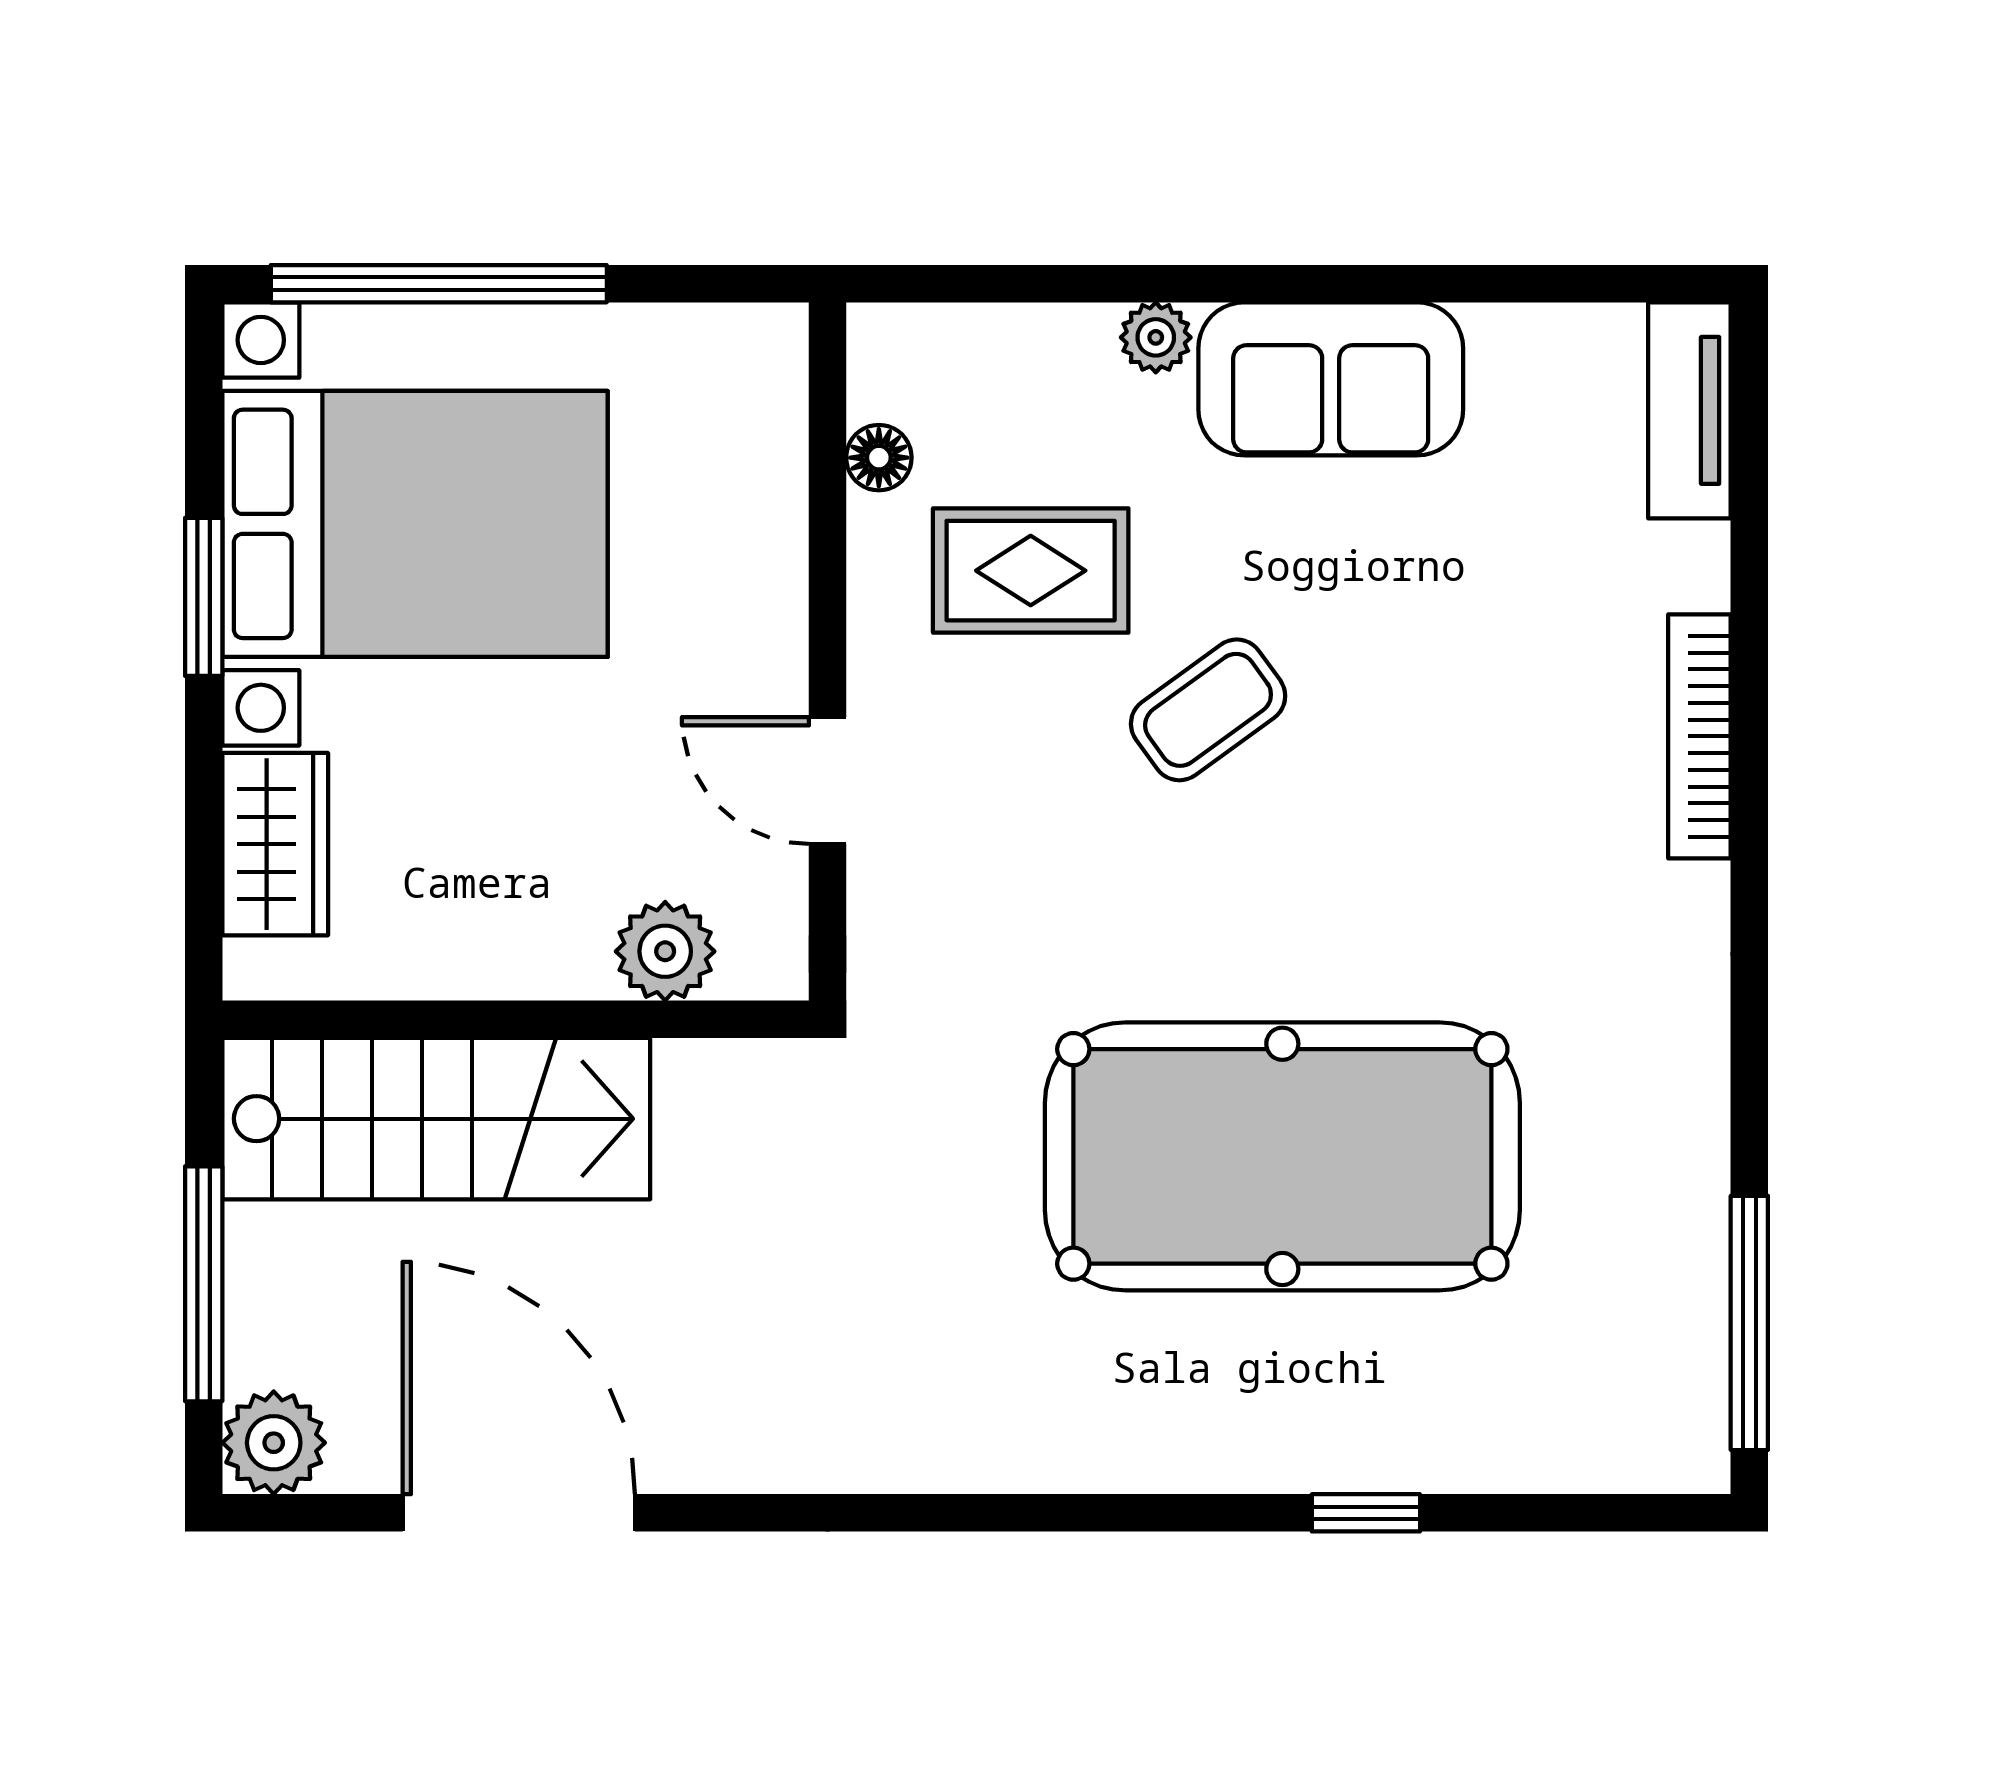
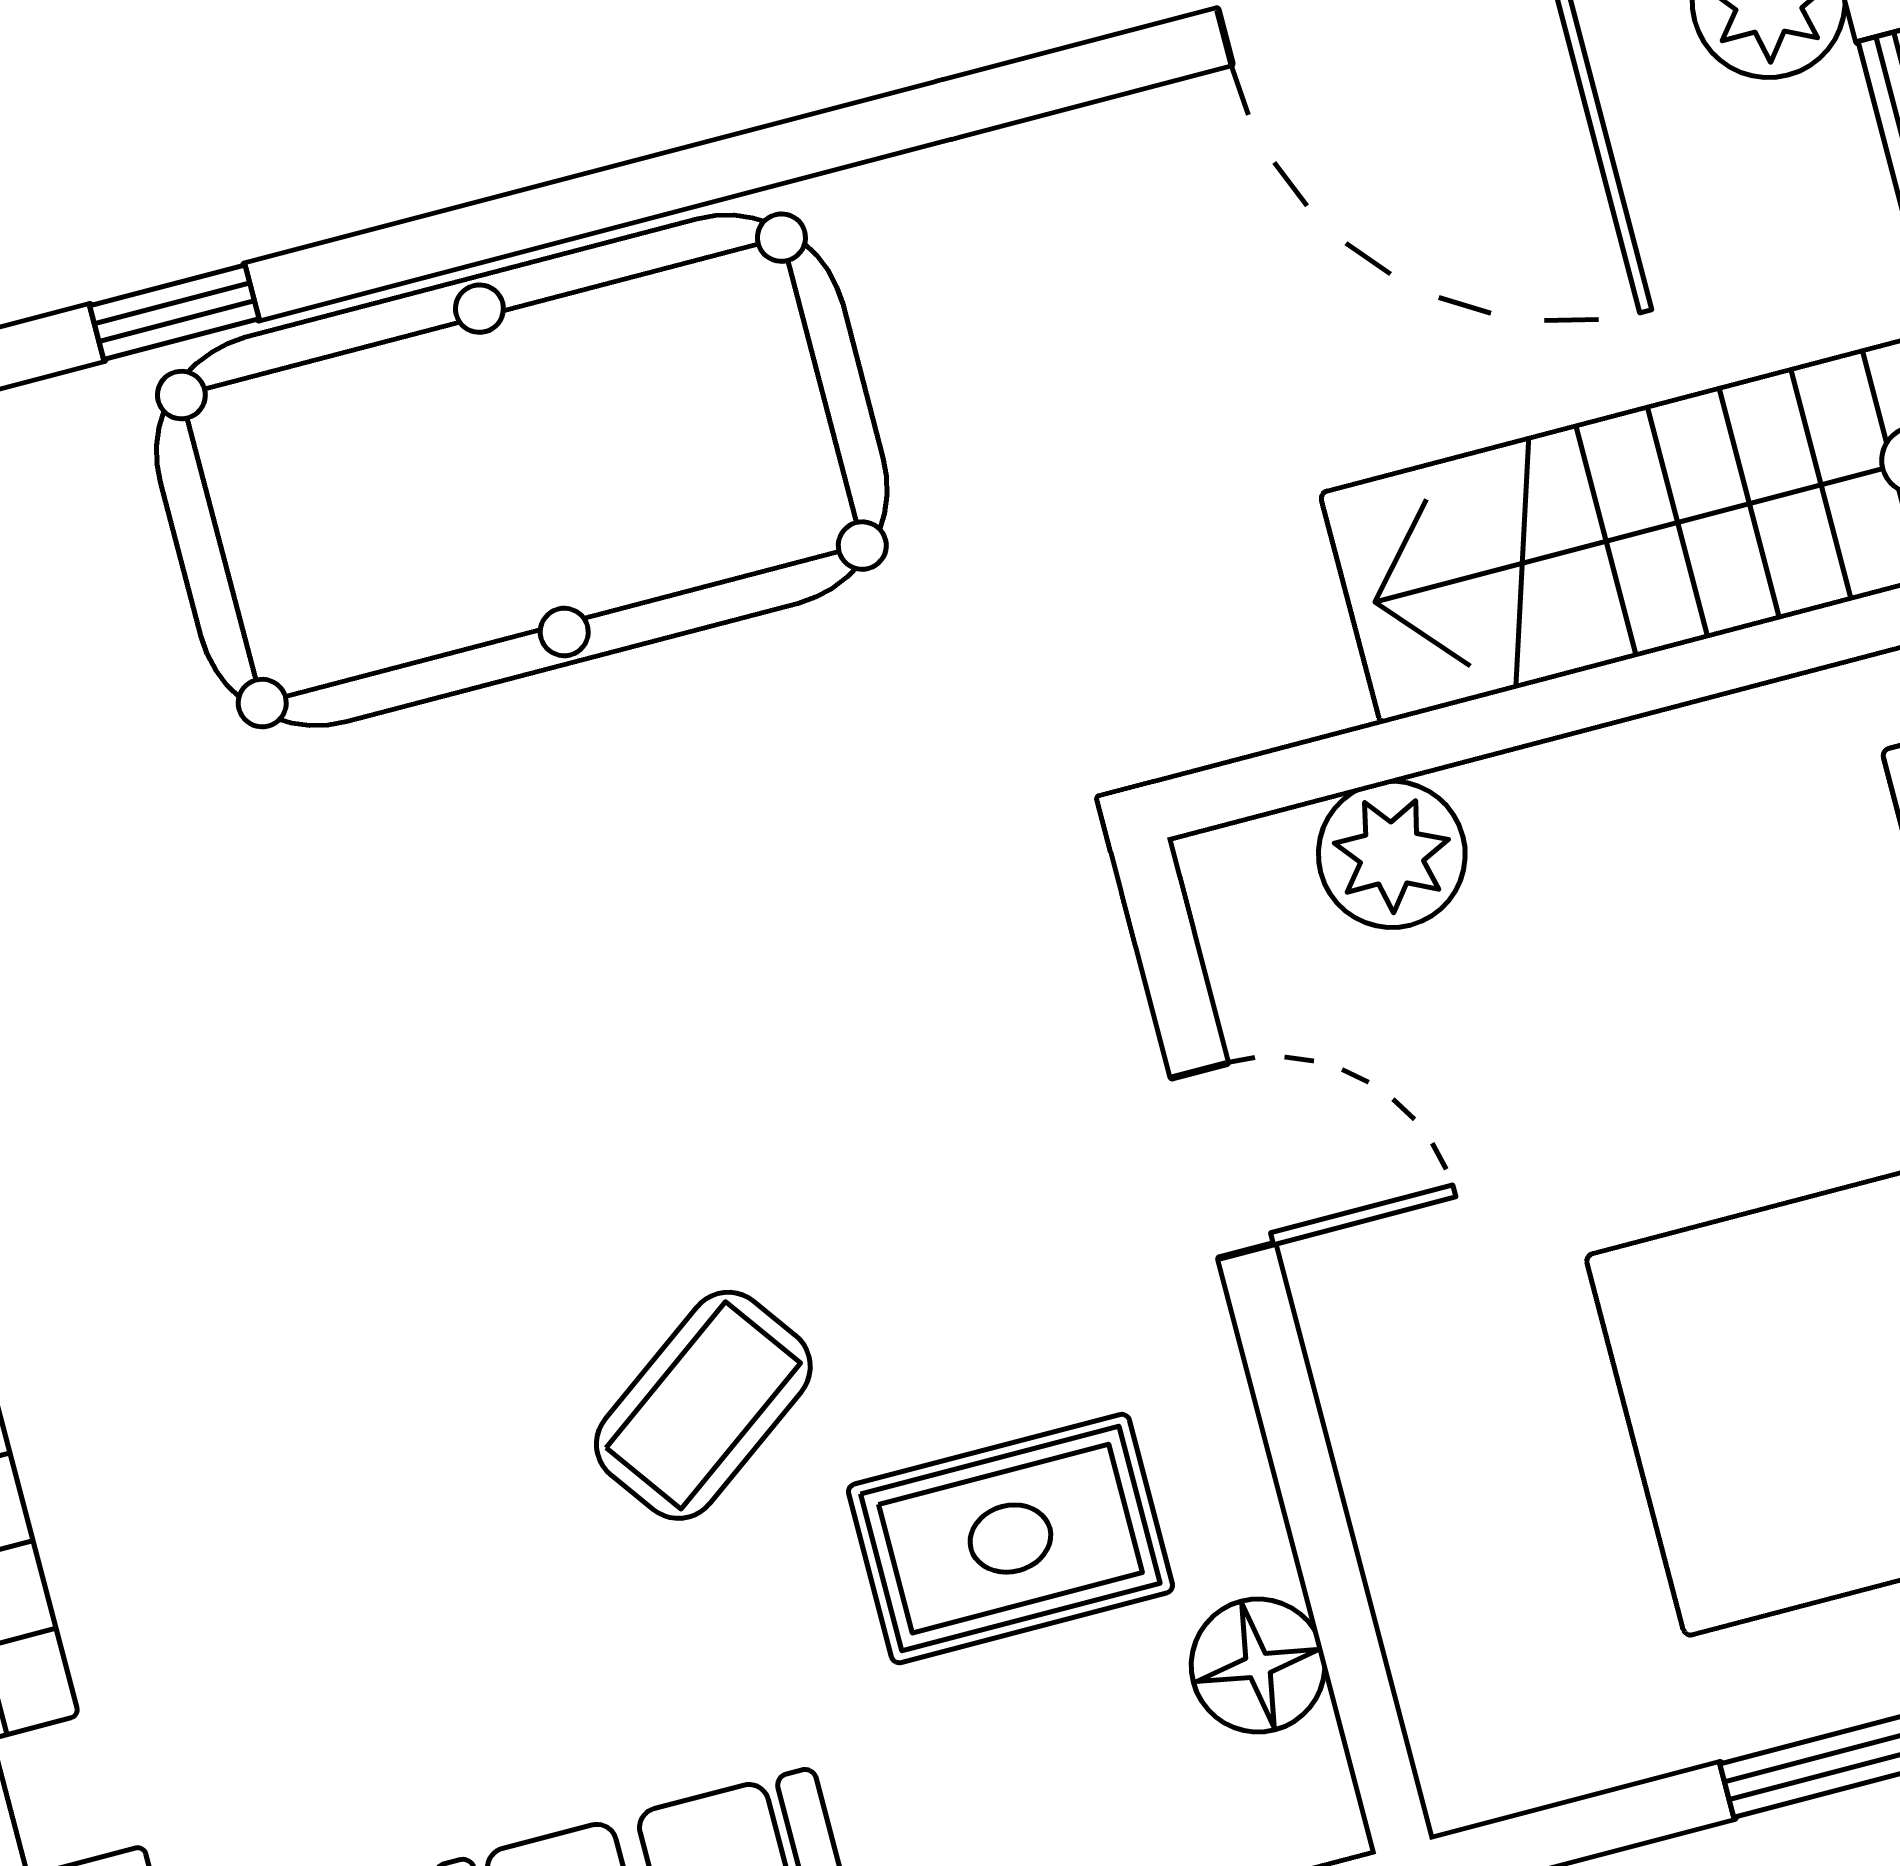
floor lamp: (879, 458) -> (1258, 1665), width x1.37, depth x1.37
pool table: (1282, 1156) -> (522, 470), moved

